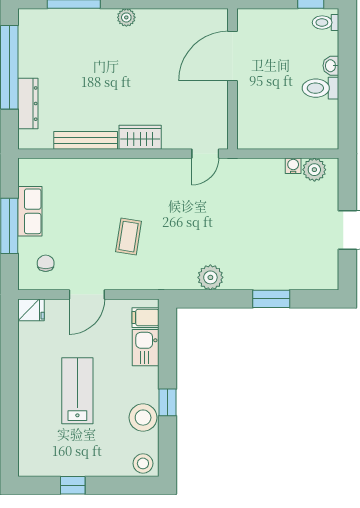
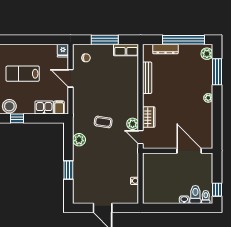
plant: (37, 20) -> (207, 54), added
toilet: (320, 88) -> (195, 194), moved
wardrobe: (140, 137) -> (149, 117), moved
plant: (314, 170) -> (133, 124), moved
row of seats: (30, 211) -> (126, 50), moved
coffee table: (129, 237) -> (103, 122), moved
lab bench: (77, 391) -> (23, 74), turned 180

